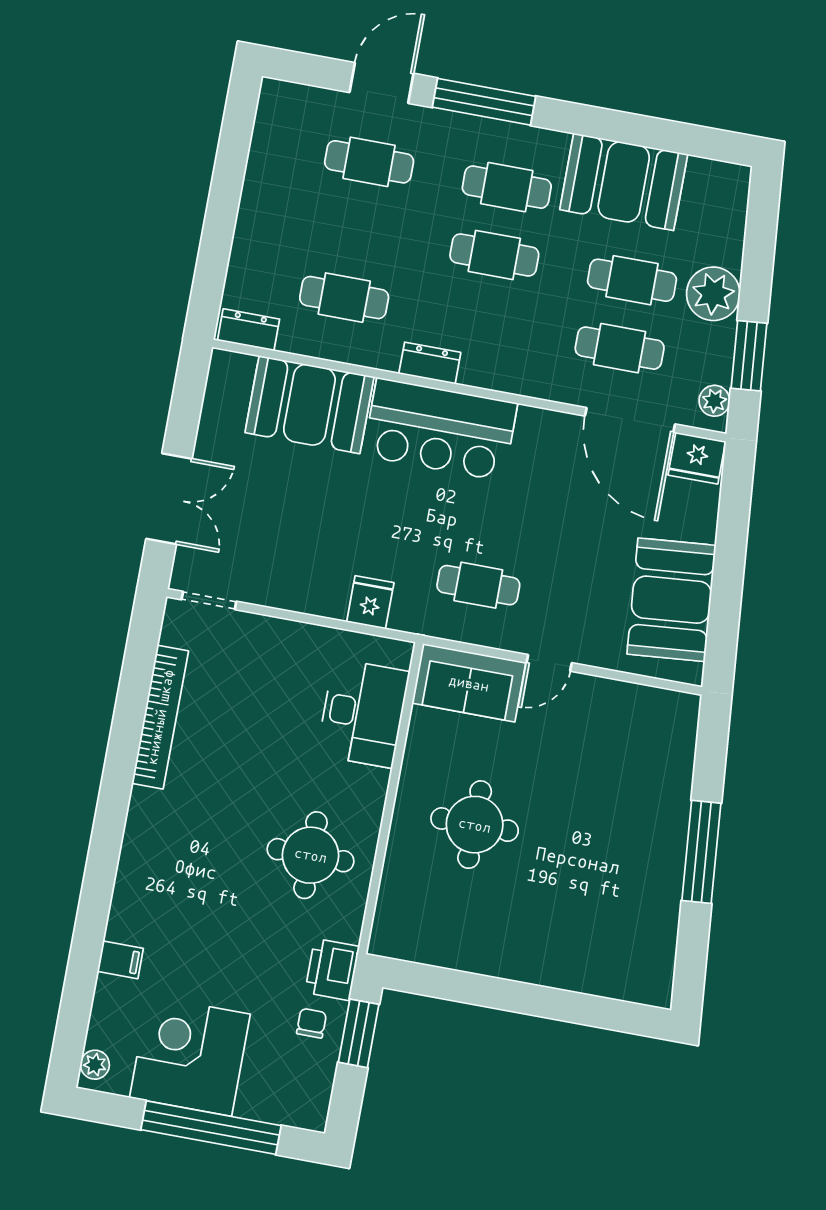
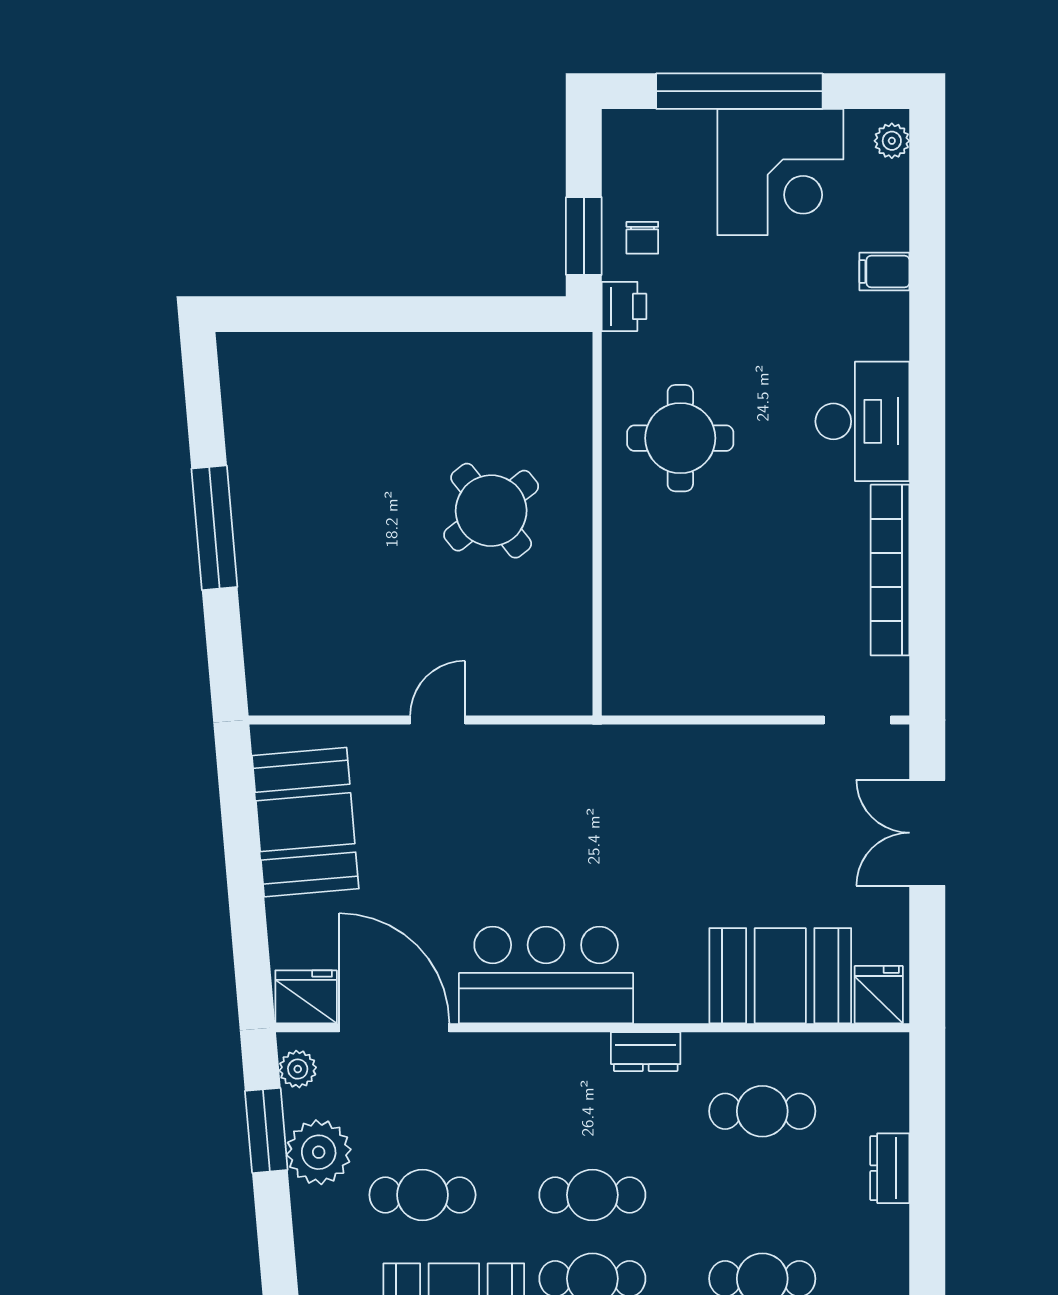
plant: (713, 294) -> (319, 1152), moved
dresser: (248, 330) -> (890, 1168), moved, turned 90
cafe table: (620, 348) -> (422, 1111), removed
bar counter: (440, 429) -> (546, 975), moved
cafe table: (478, 585) -> (539, 797), removed
fridge: (370, 602) -> (879, 995), moved, turned 180
sofa: (469, 683) -> (529, 679), removed
desk: (363, 713) -> (862, 421), moved, turned 180
round table: (475, 825) -> (491, 511), turned -38
printer: (332, 969) -> (624, 306), width x0.73, depth x0.81

